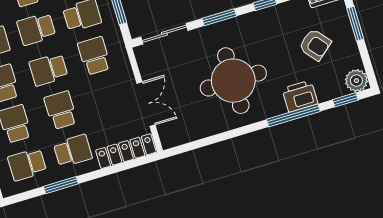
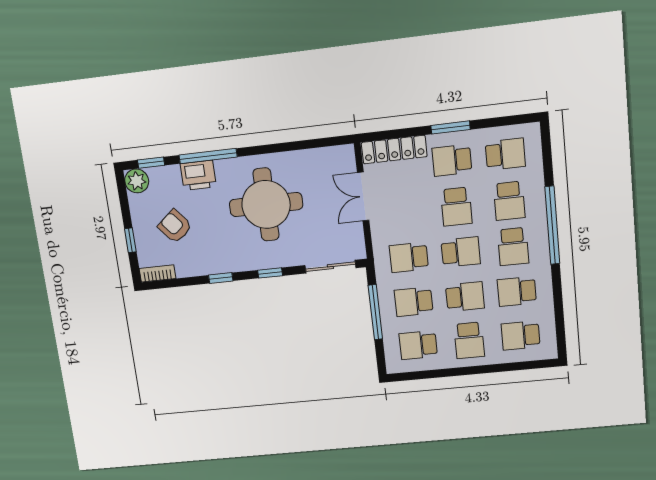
window: (219, 17) -> (270, 273), width x0.67
window: (355, 24) -> (130, 240), width x0.67
school desk: (94, 56) -> (409, 257), turned 90
window: (61, 185) -> (451, 127), moved

